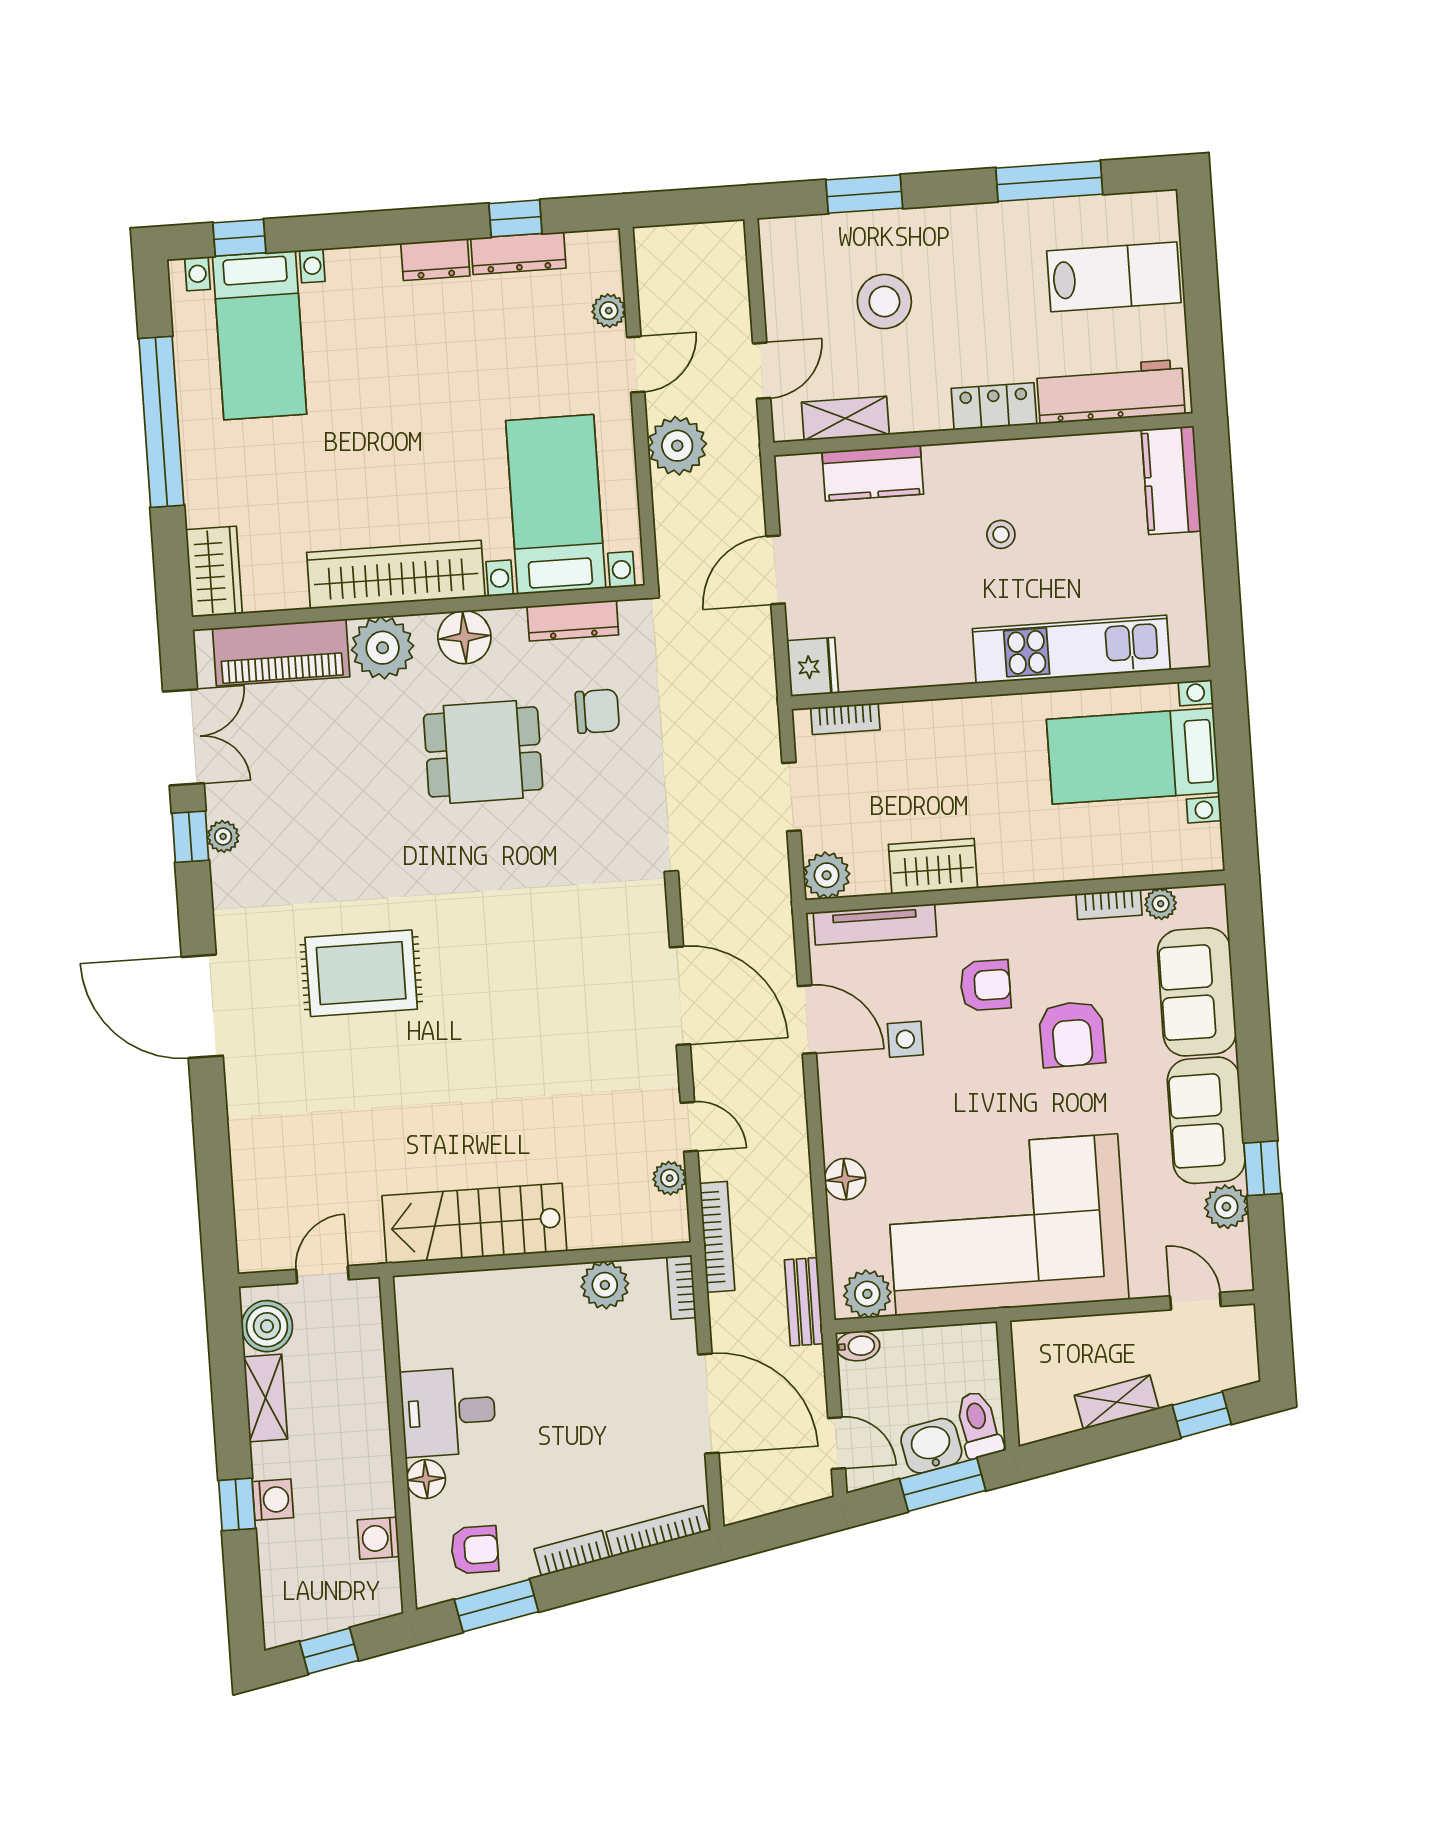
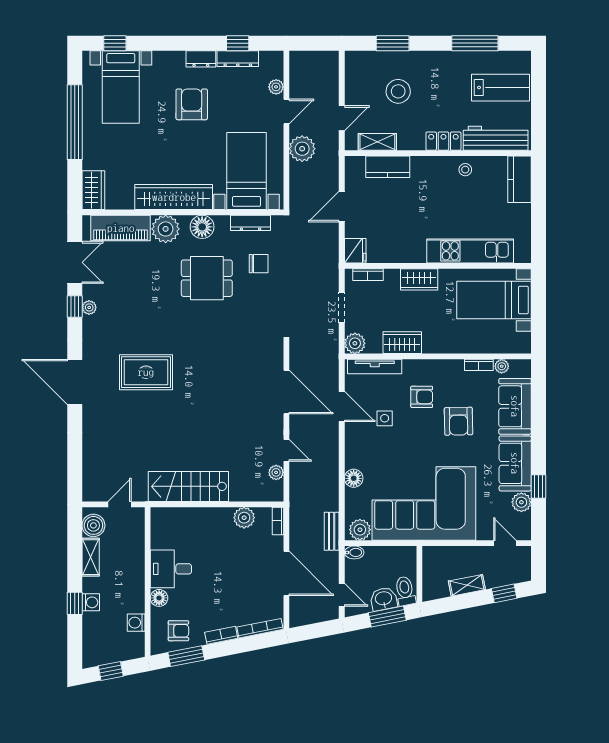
armchair: (422, 363) -> (192, 104), added
stool: (1001, 534) -> (465, 170), moved
wardrobe: (961, 721) -> (419, 279), added
bookcase: (717, 1237) -> (295, 500), removed

